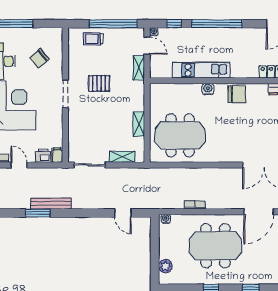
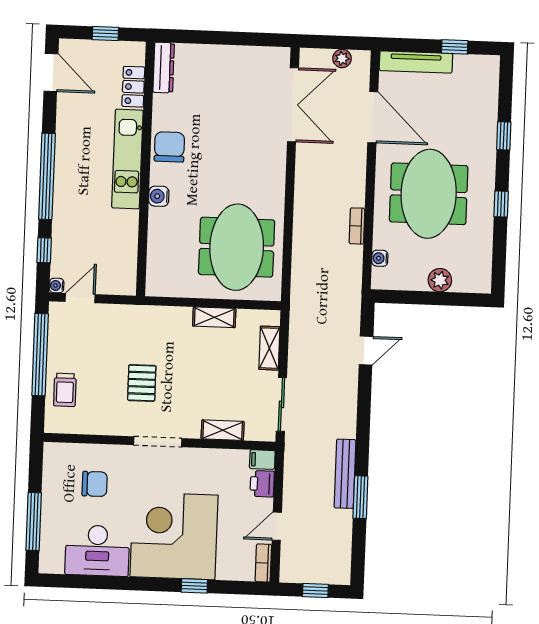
chair: (39, 58) -> (95, 484), turned -50
shelving: (139, 68) -> (223, 430), moved
kitchen unit: (201, 70) -> (127, 159), moved
water cooler: (166, 219) -> (380, 258), moved
plant: (165, 266) -> (440, 280), moved

